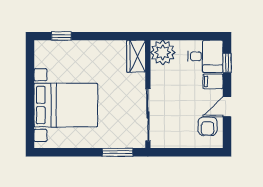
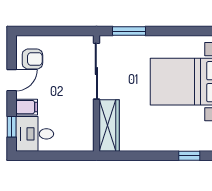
plant: (163, 52) -> (81, 138), removed
wardrobe: (136, 56) -> (109, 125), width x1.50
armchair: (208, 126) -> (32, 59), turned 90

